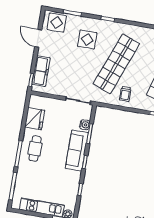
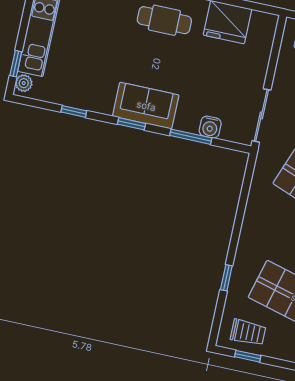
trolley: (125, 94) -> (271, 215), removed
sofa: (77, 151) -> (146, 106), width x0.73

